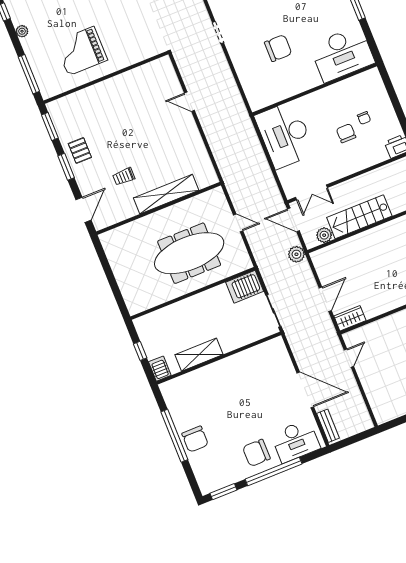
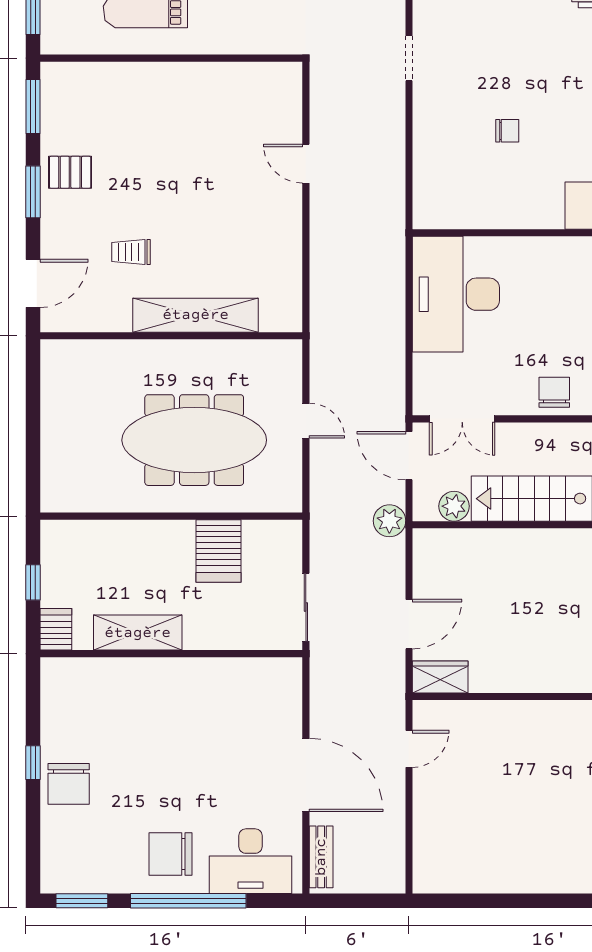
chair: (278, 48) -> (507, 131), width x0.54, depth x0.54
chair: (346, 133) -> (554, 392), moved
pallet: (80, 150) -> (70, 172), turned 90
server rack: (245, 287) -> (219, 551), moved, turned -90
window: (174, 436) -> (33, 763), width x0.32

